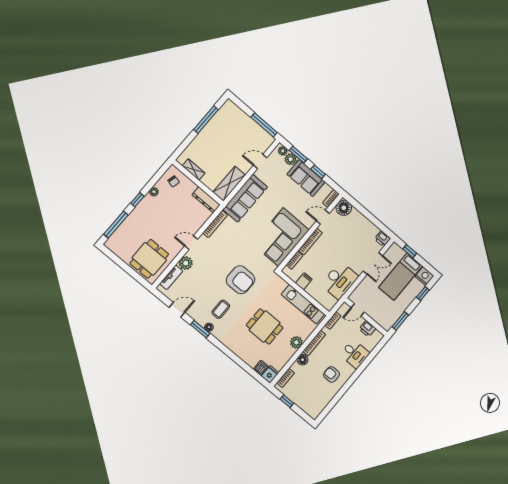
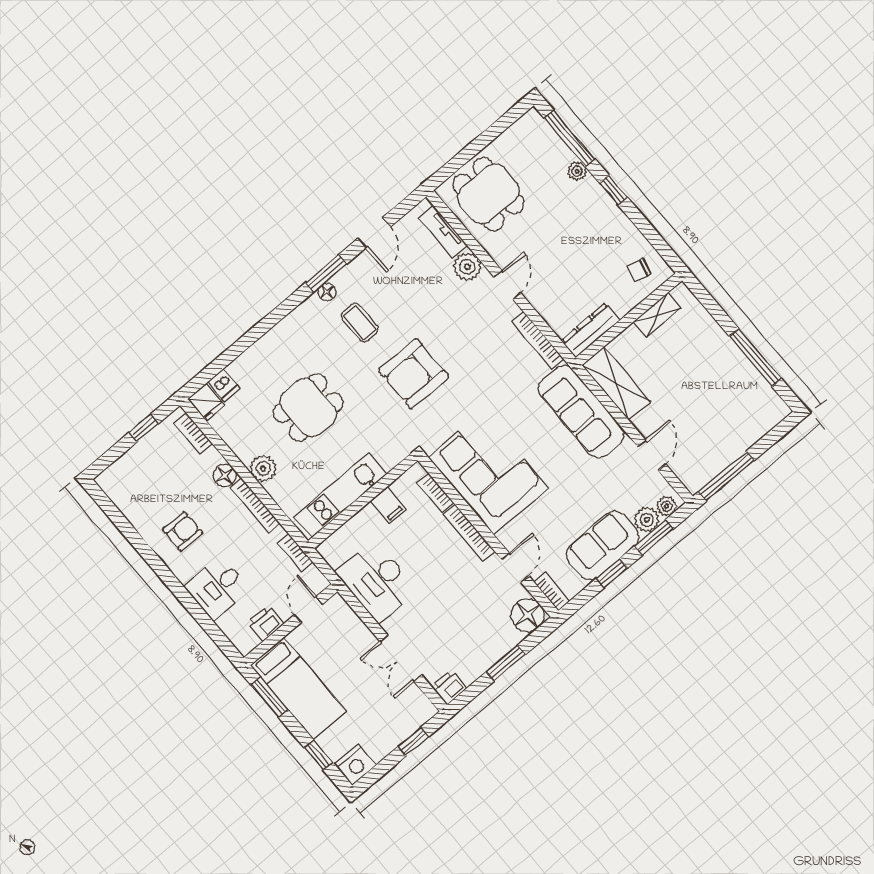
plant: (154, 192) -> (577, 171), moved
window: (367, 214) -> (506, 663), added
bed: (401, 277) -> (298, 688), moved, turned 180

